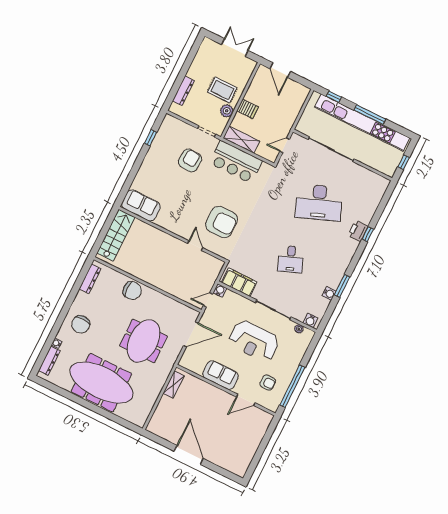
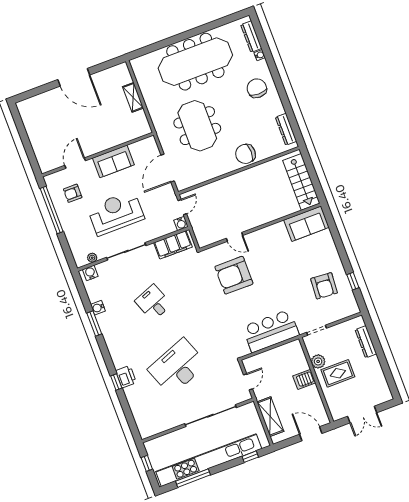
window: (370, 115) -> (193, 478), moved
shelving: (241, 140) -> (270, 417), moved, turned 90
armchair: (190, 160) -> (324, 286), moved
shelving: (174, 385) -> (133, 97), moved

